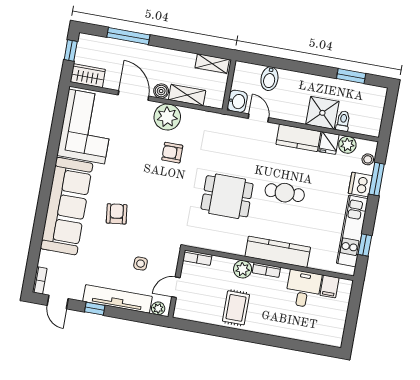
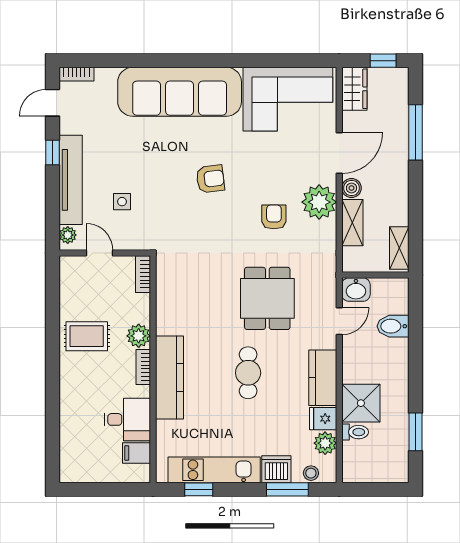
dining table: (227, 196) -> (267, 298), moved
armchair: (117, 214) -> (210, 179), moved

